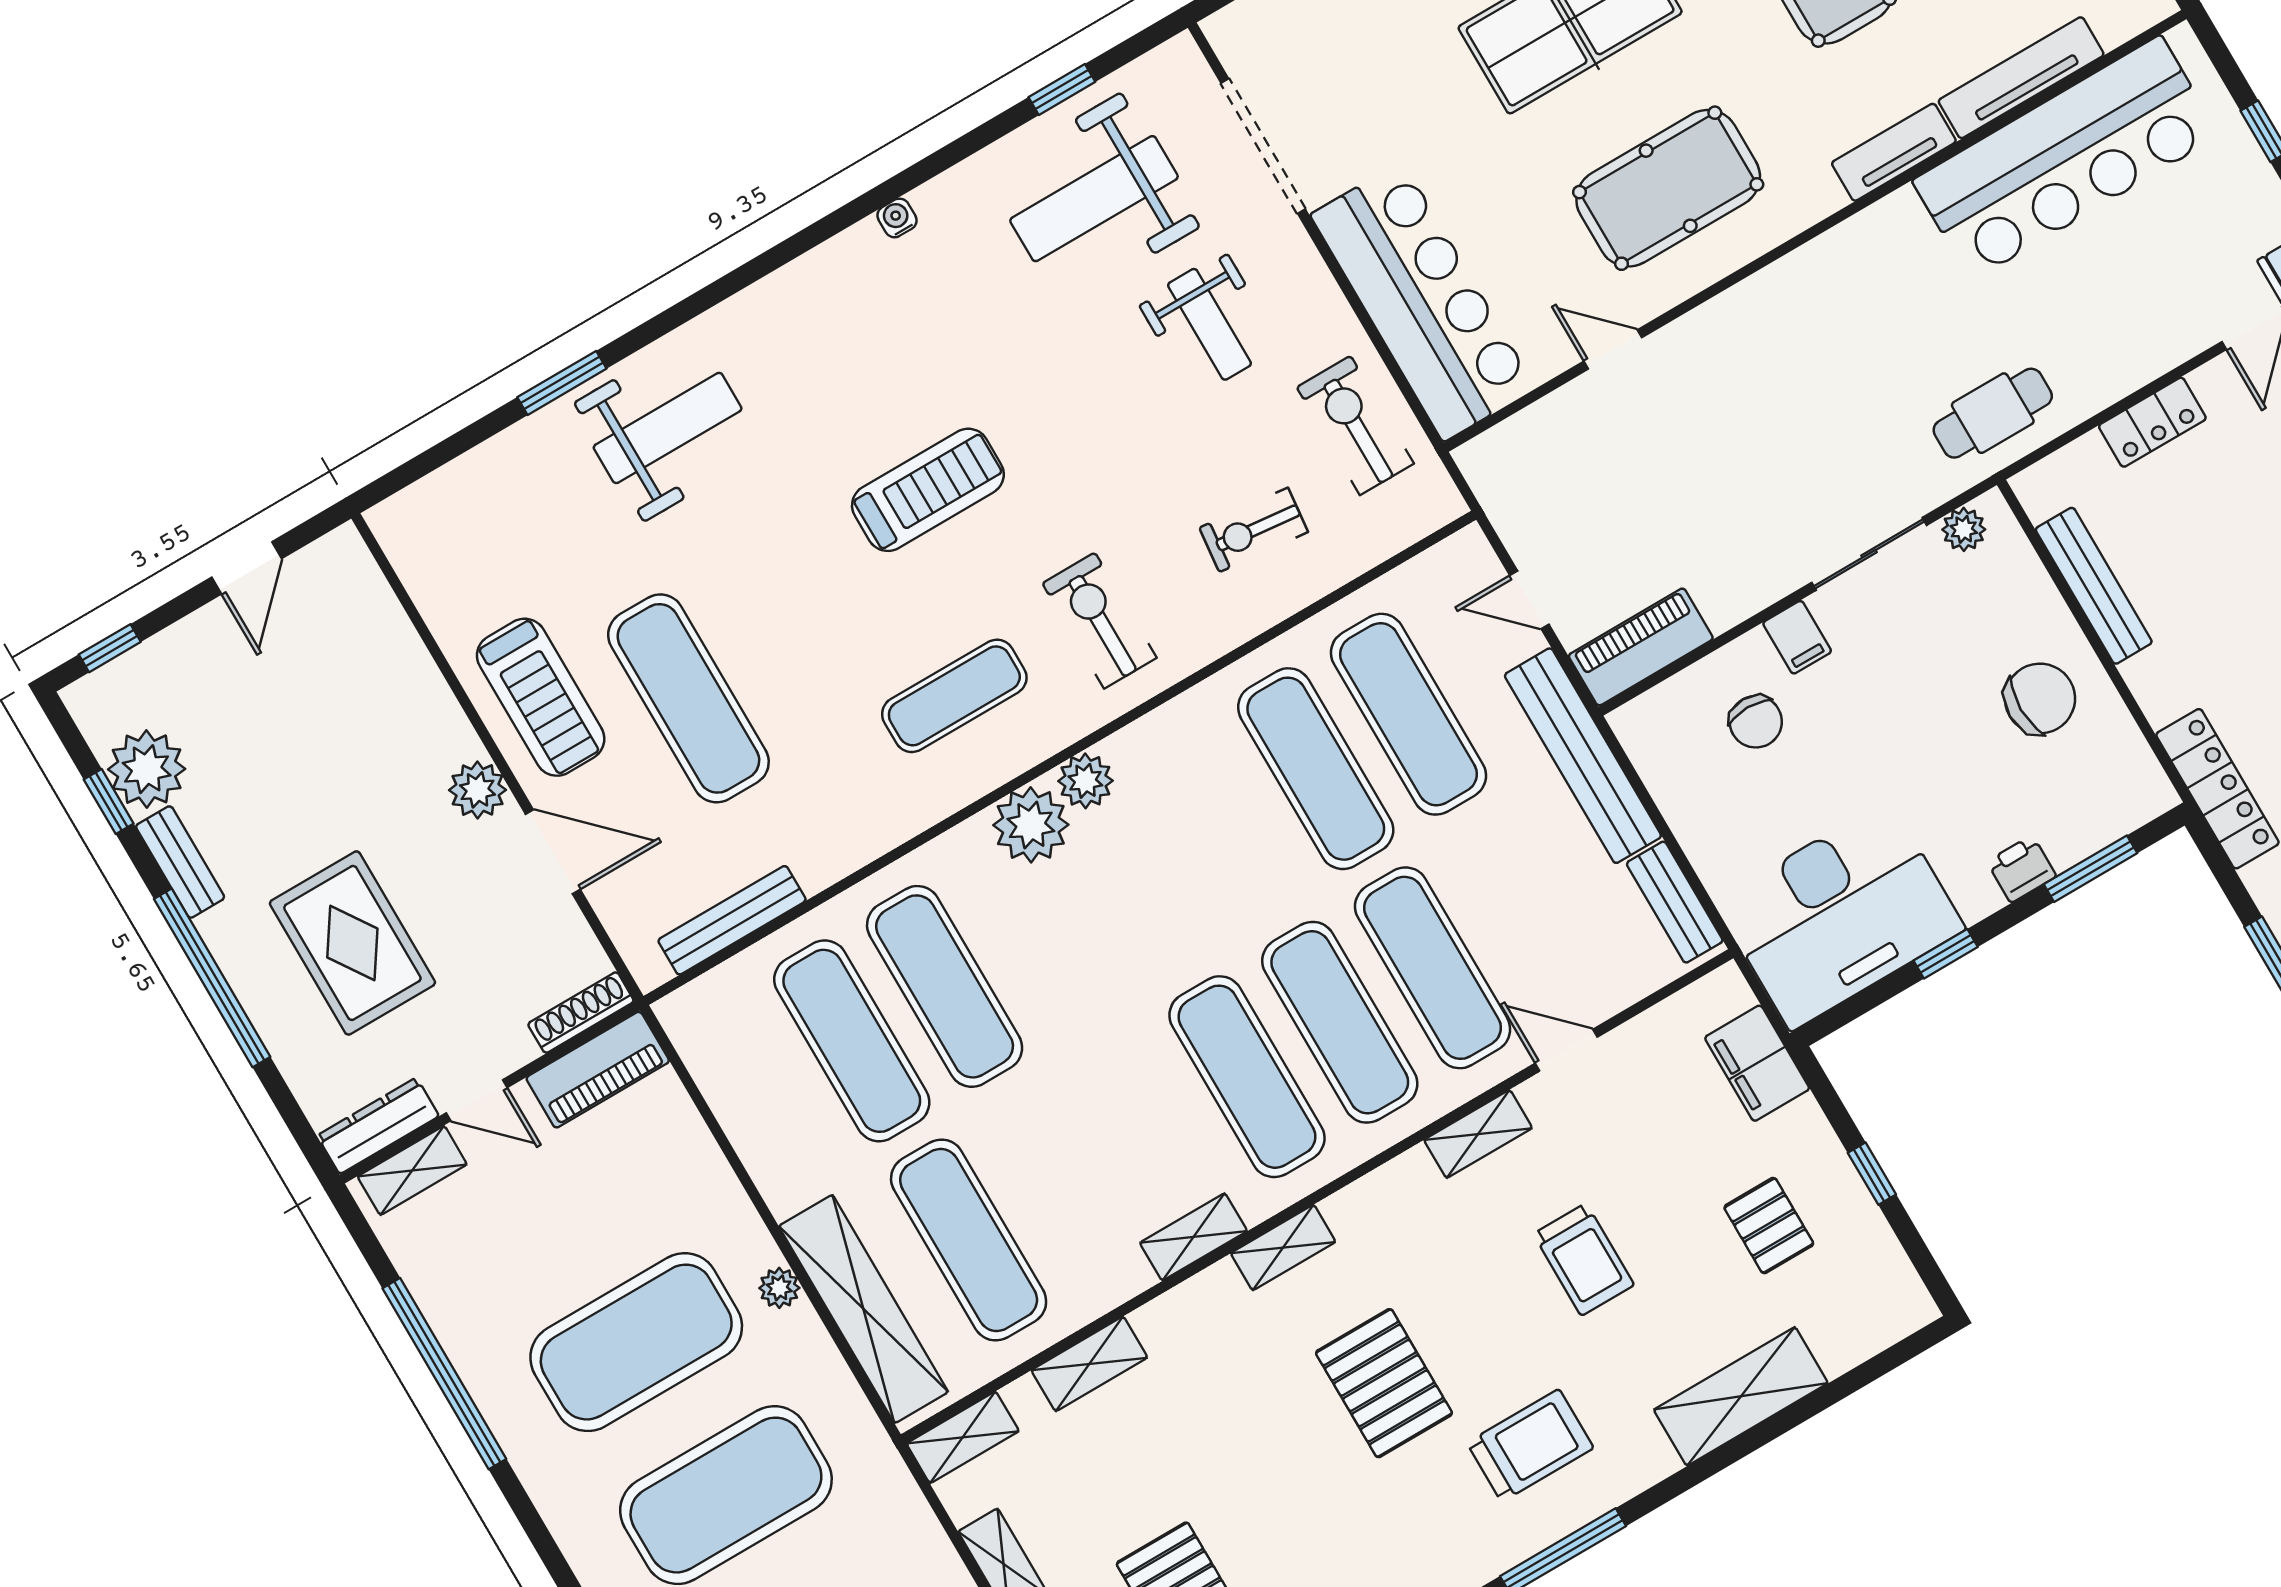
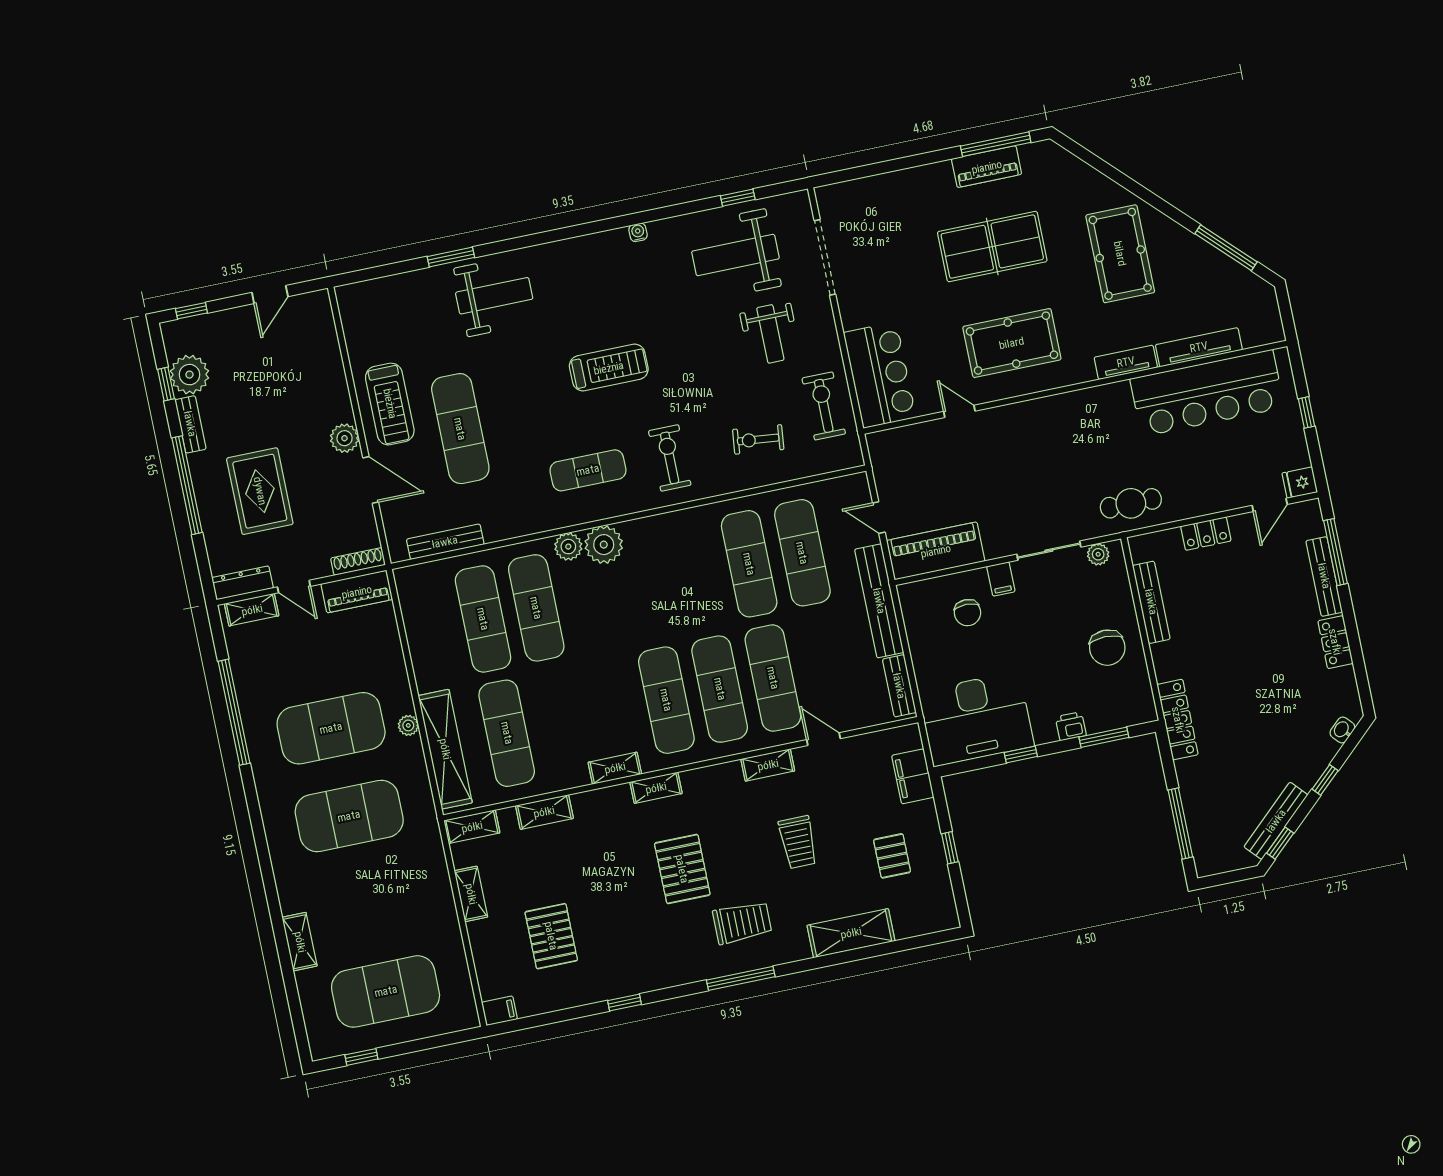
bar counter: (1423, 301) -> (880, 375), width x0.73
piano: (1641, 647) -> (936, 551), width x1.37, depth x1.33
chair: (2040, 699) -> (1107, 648), turned 90
plant: (1085, 781) -> (568, 547), moved

